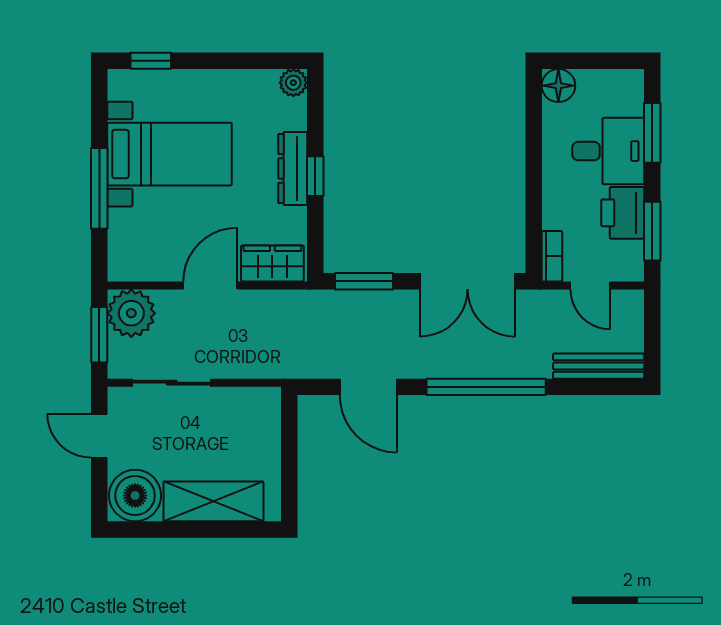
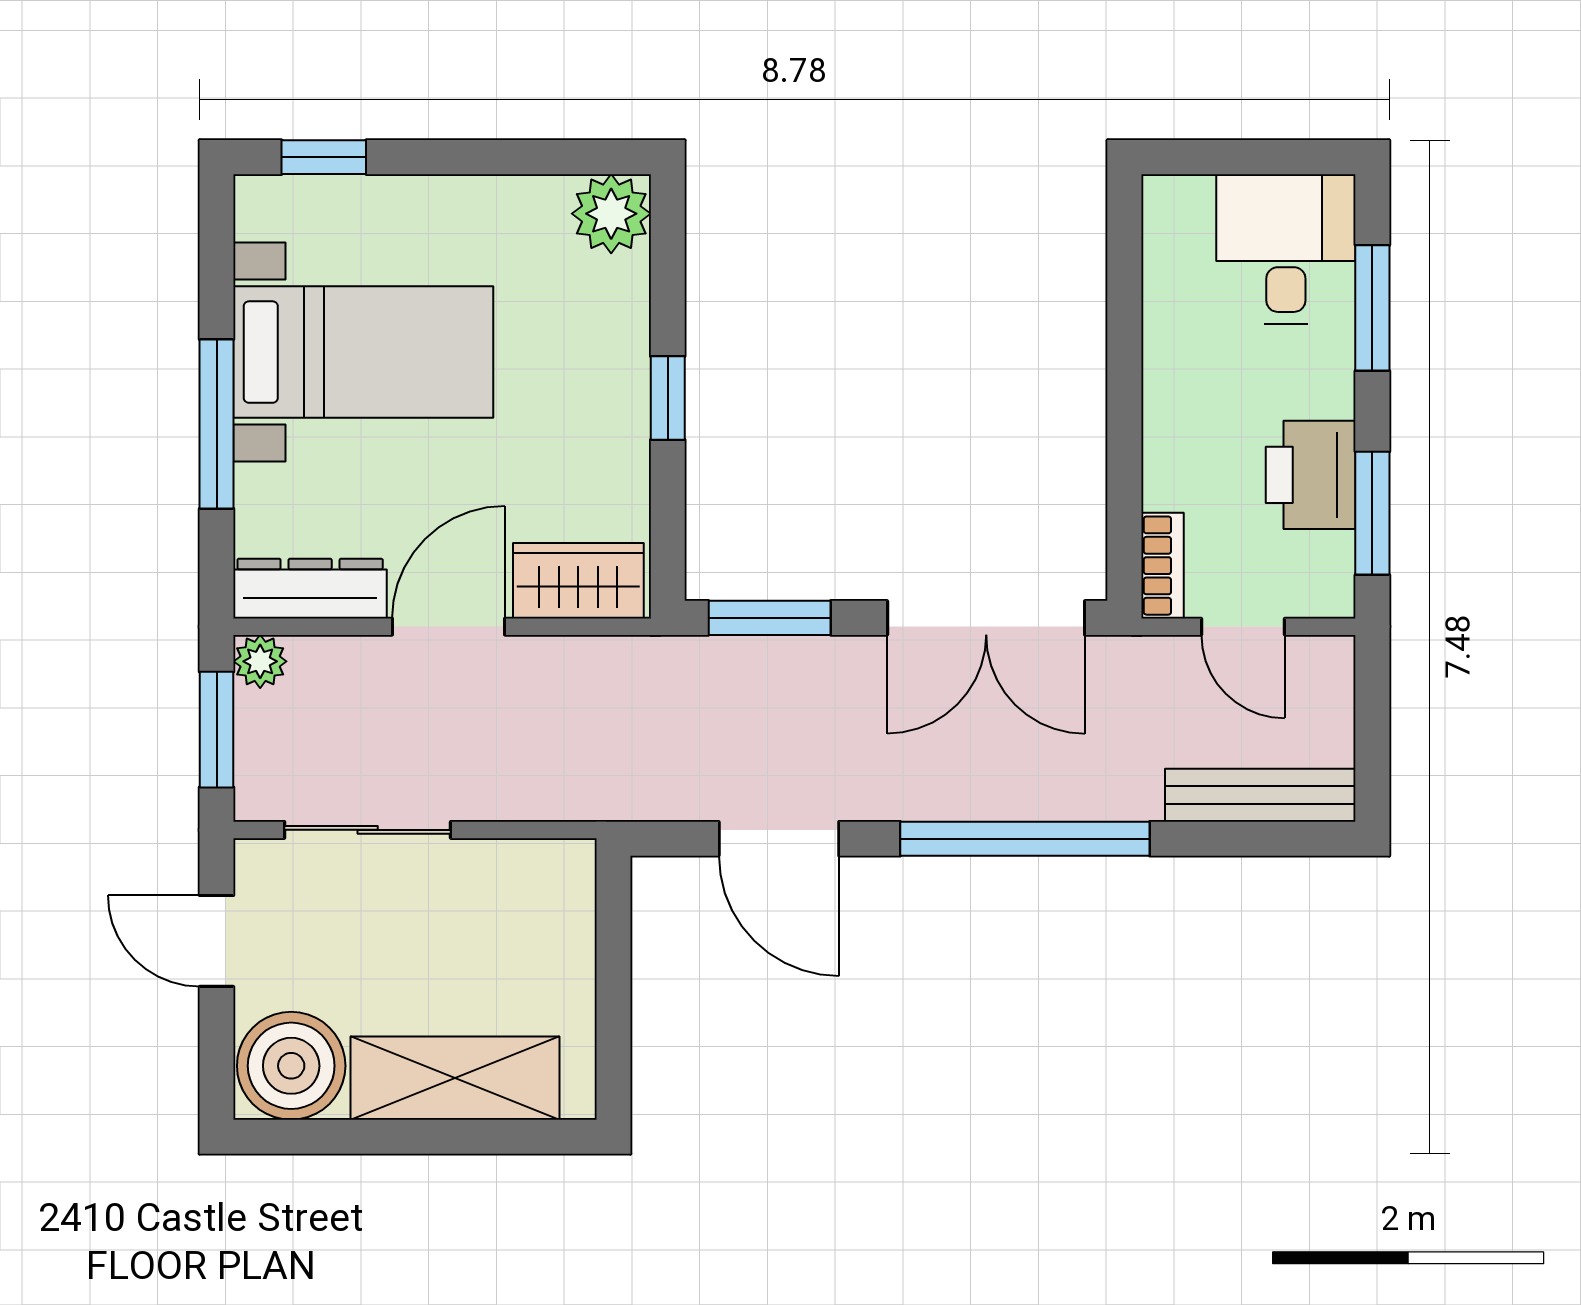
plant: (293, 83) -> (611, 214), width x1.38, depth x1.38
floor lamp: (558, 86) -> (1176, 209), removed
desk: (608, 151) -> (1286, 249), moved, turned -90
dresser: (293, 168) -> (310, 589), moved, turned 90
plant: (131, 313) -> (260, 661), width x0.53, depth x0.53

